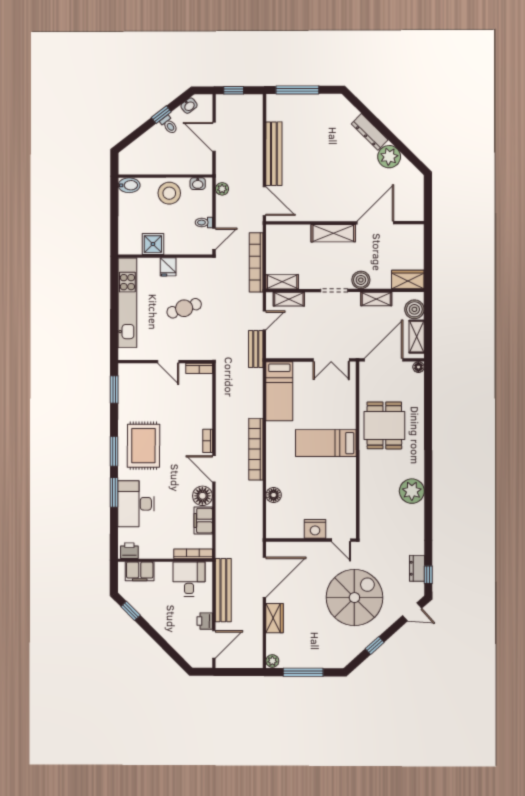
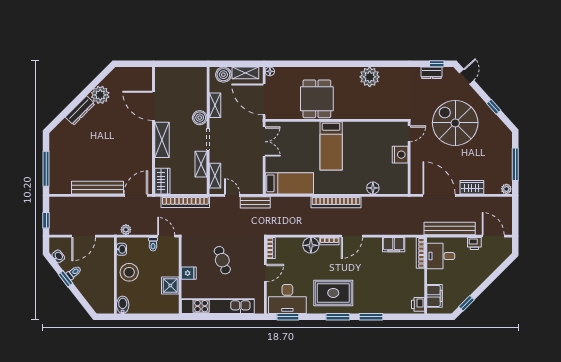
wardrobe: (408, 279) -> (162, 181), moved, turned 180
shelving: (282, 282) -> (201, 164), moved
dining table: (384, 425) -> (317, 99), turned 90
floor lamp: (202, 496) -> (311, 245), moved
desk: (136, 504) -> (287, 299), moved

